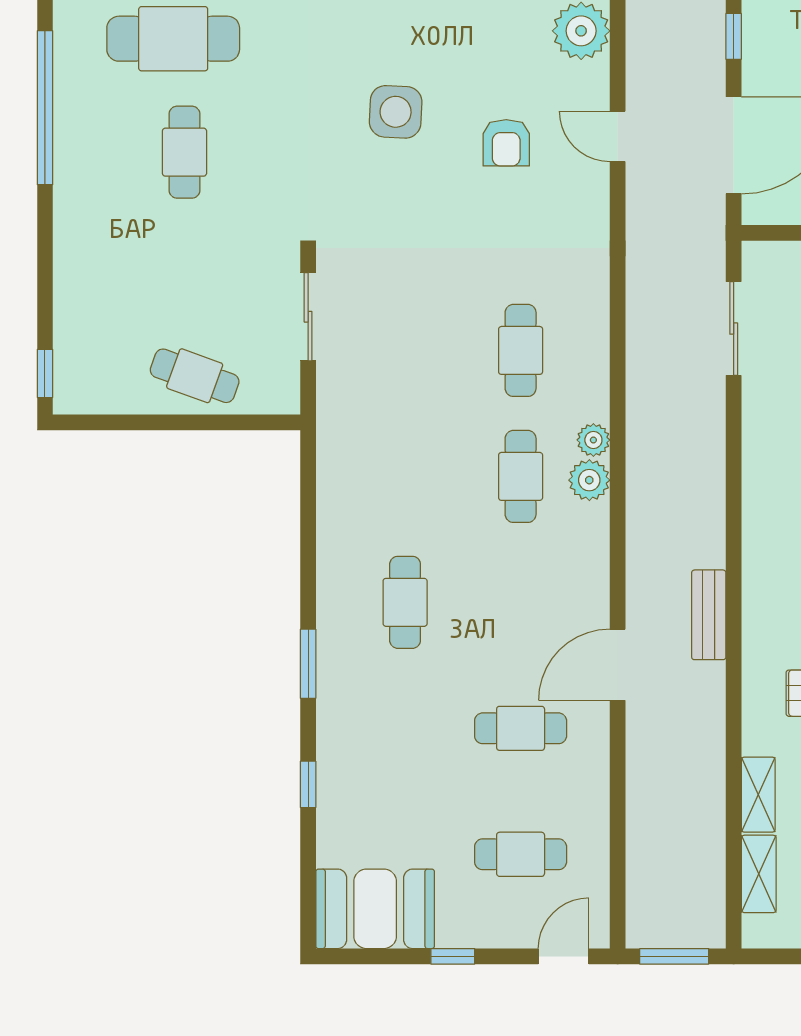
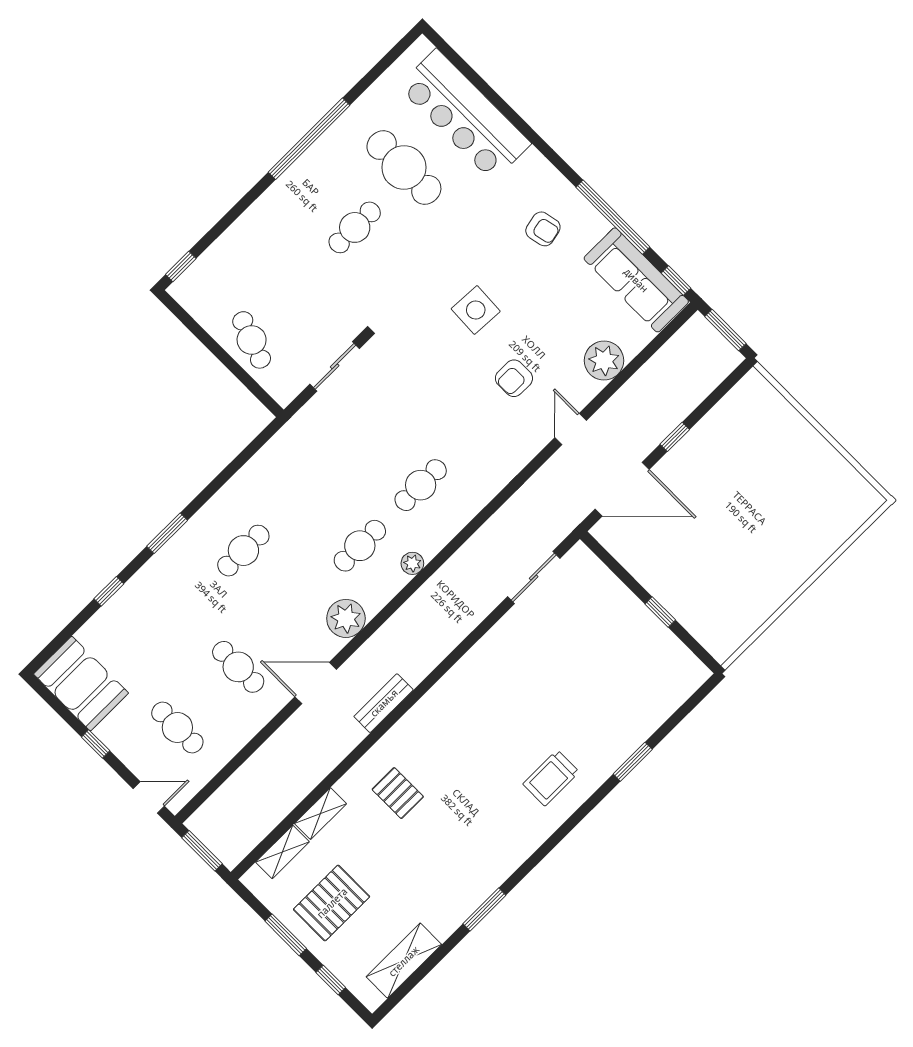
plant: (589, 480) -> (346, 618), moved, width x1.36, depth x1.36

